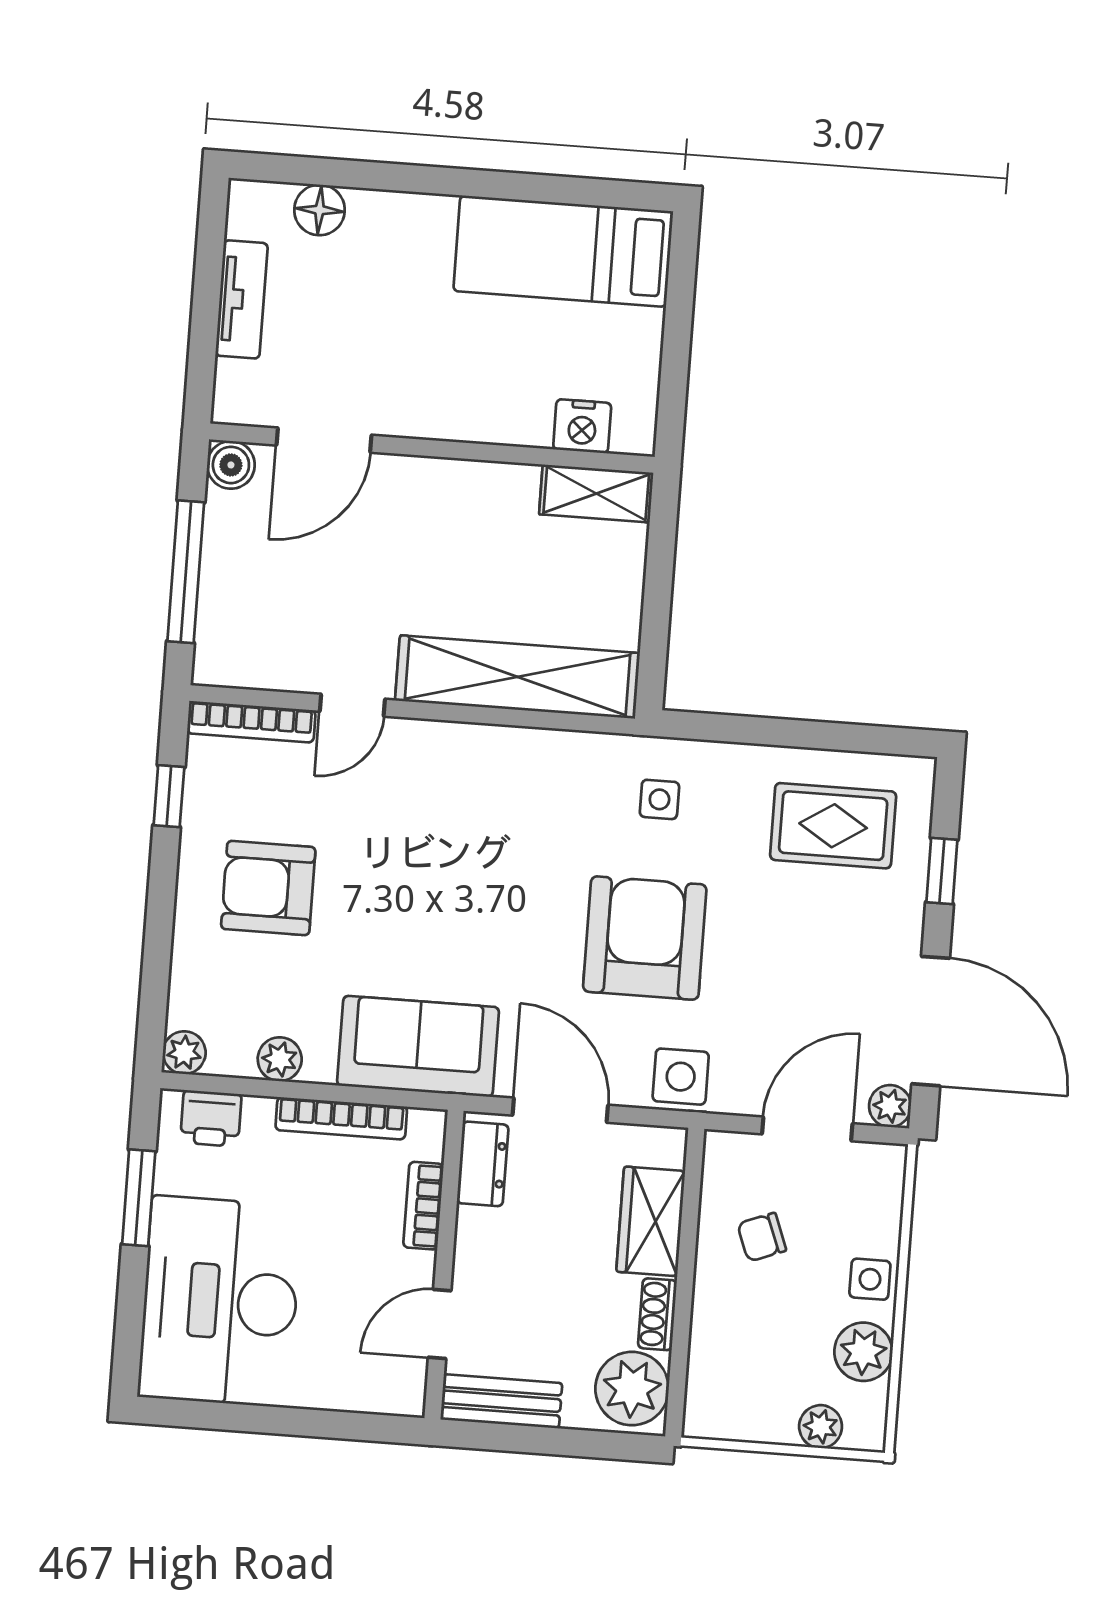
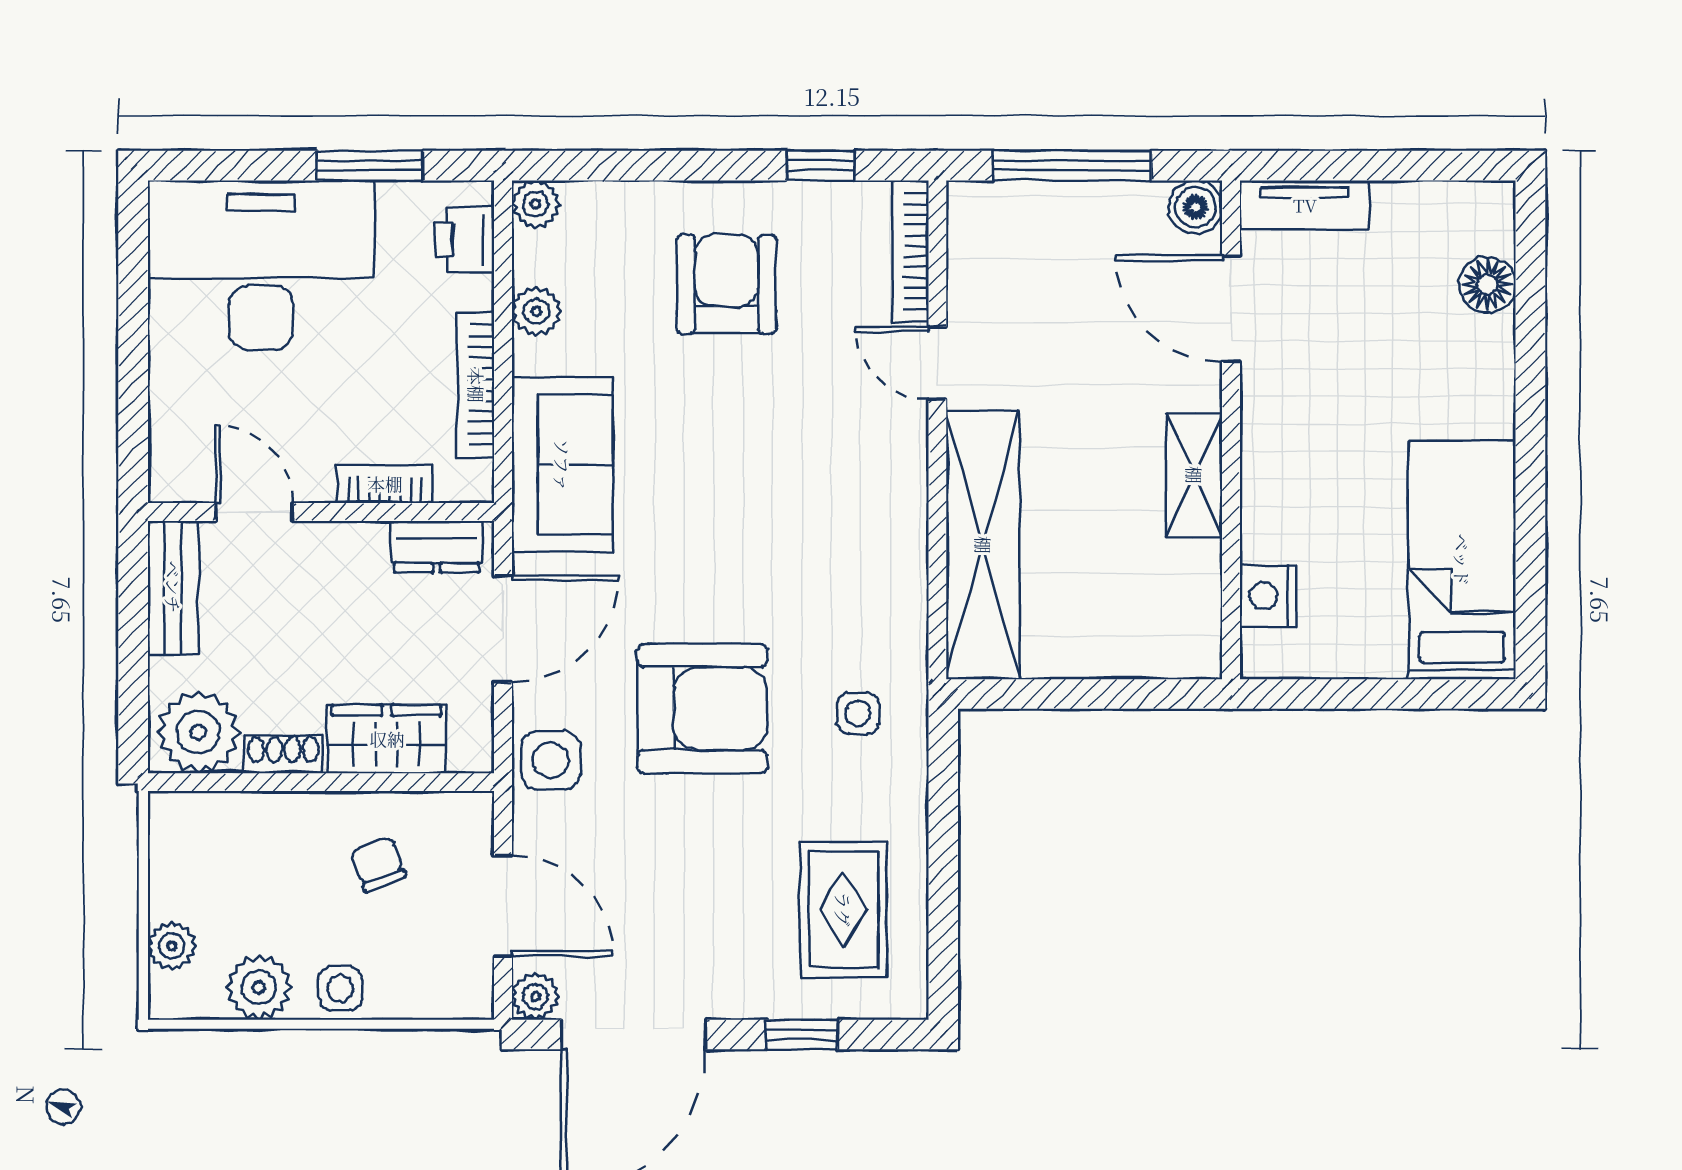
tv unit: (242, 299) -> (1305, 205), moved
shelving: (596, 494) -> (1194, 475), moved

